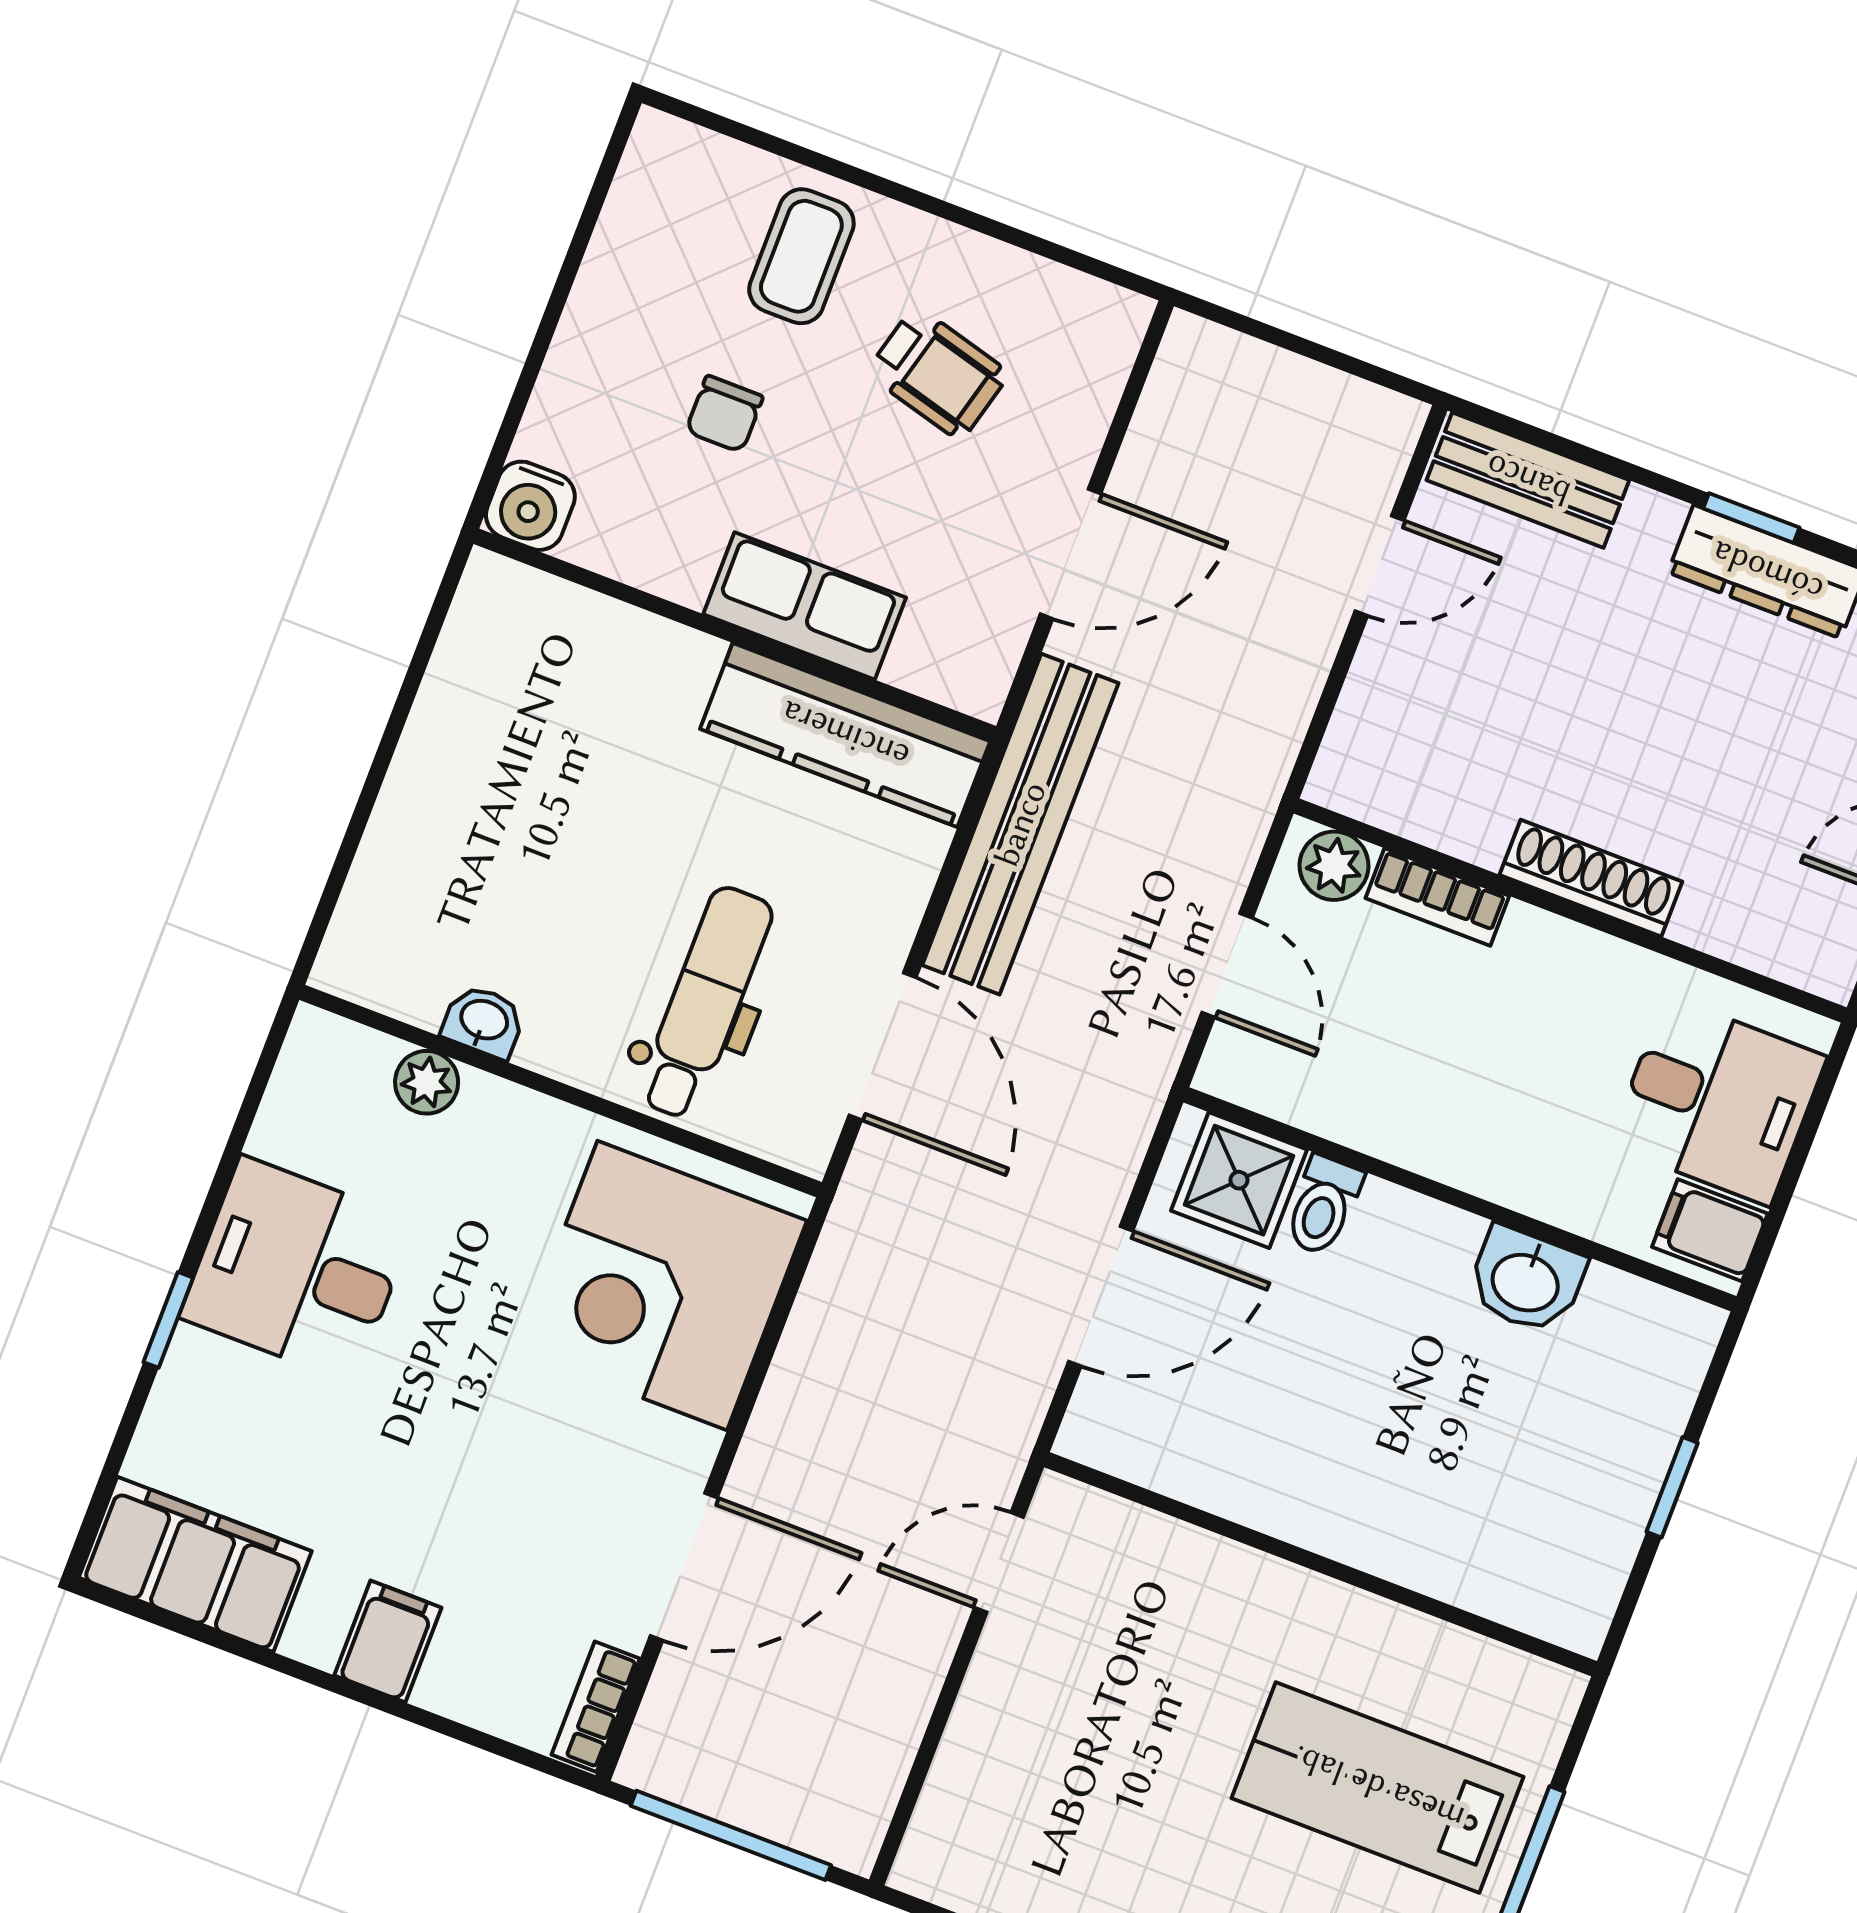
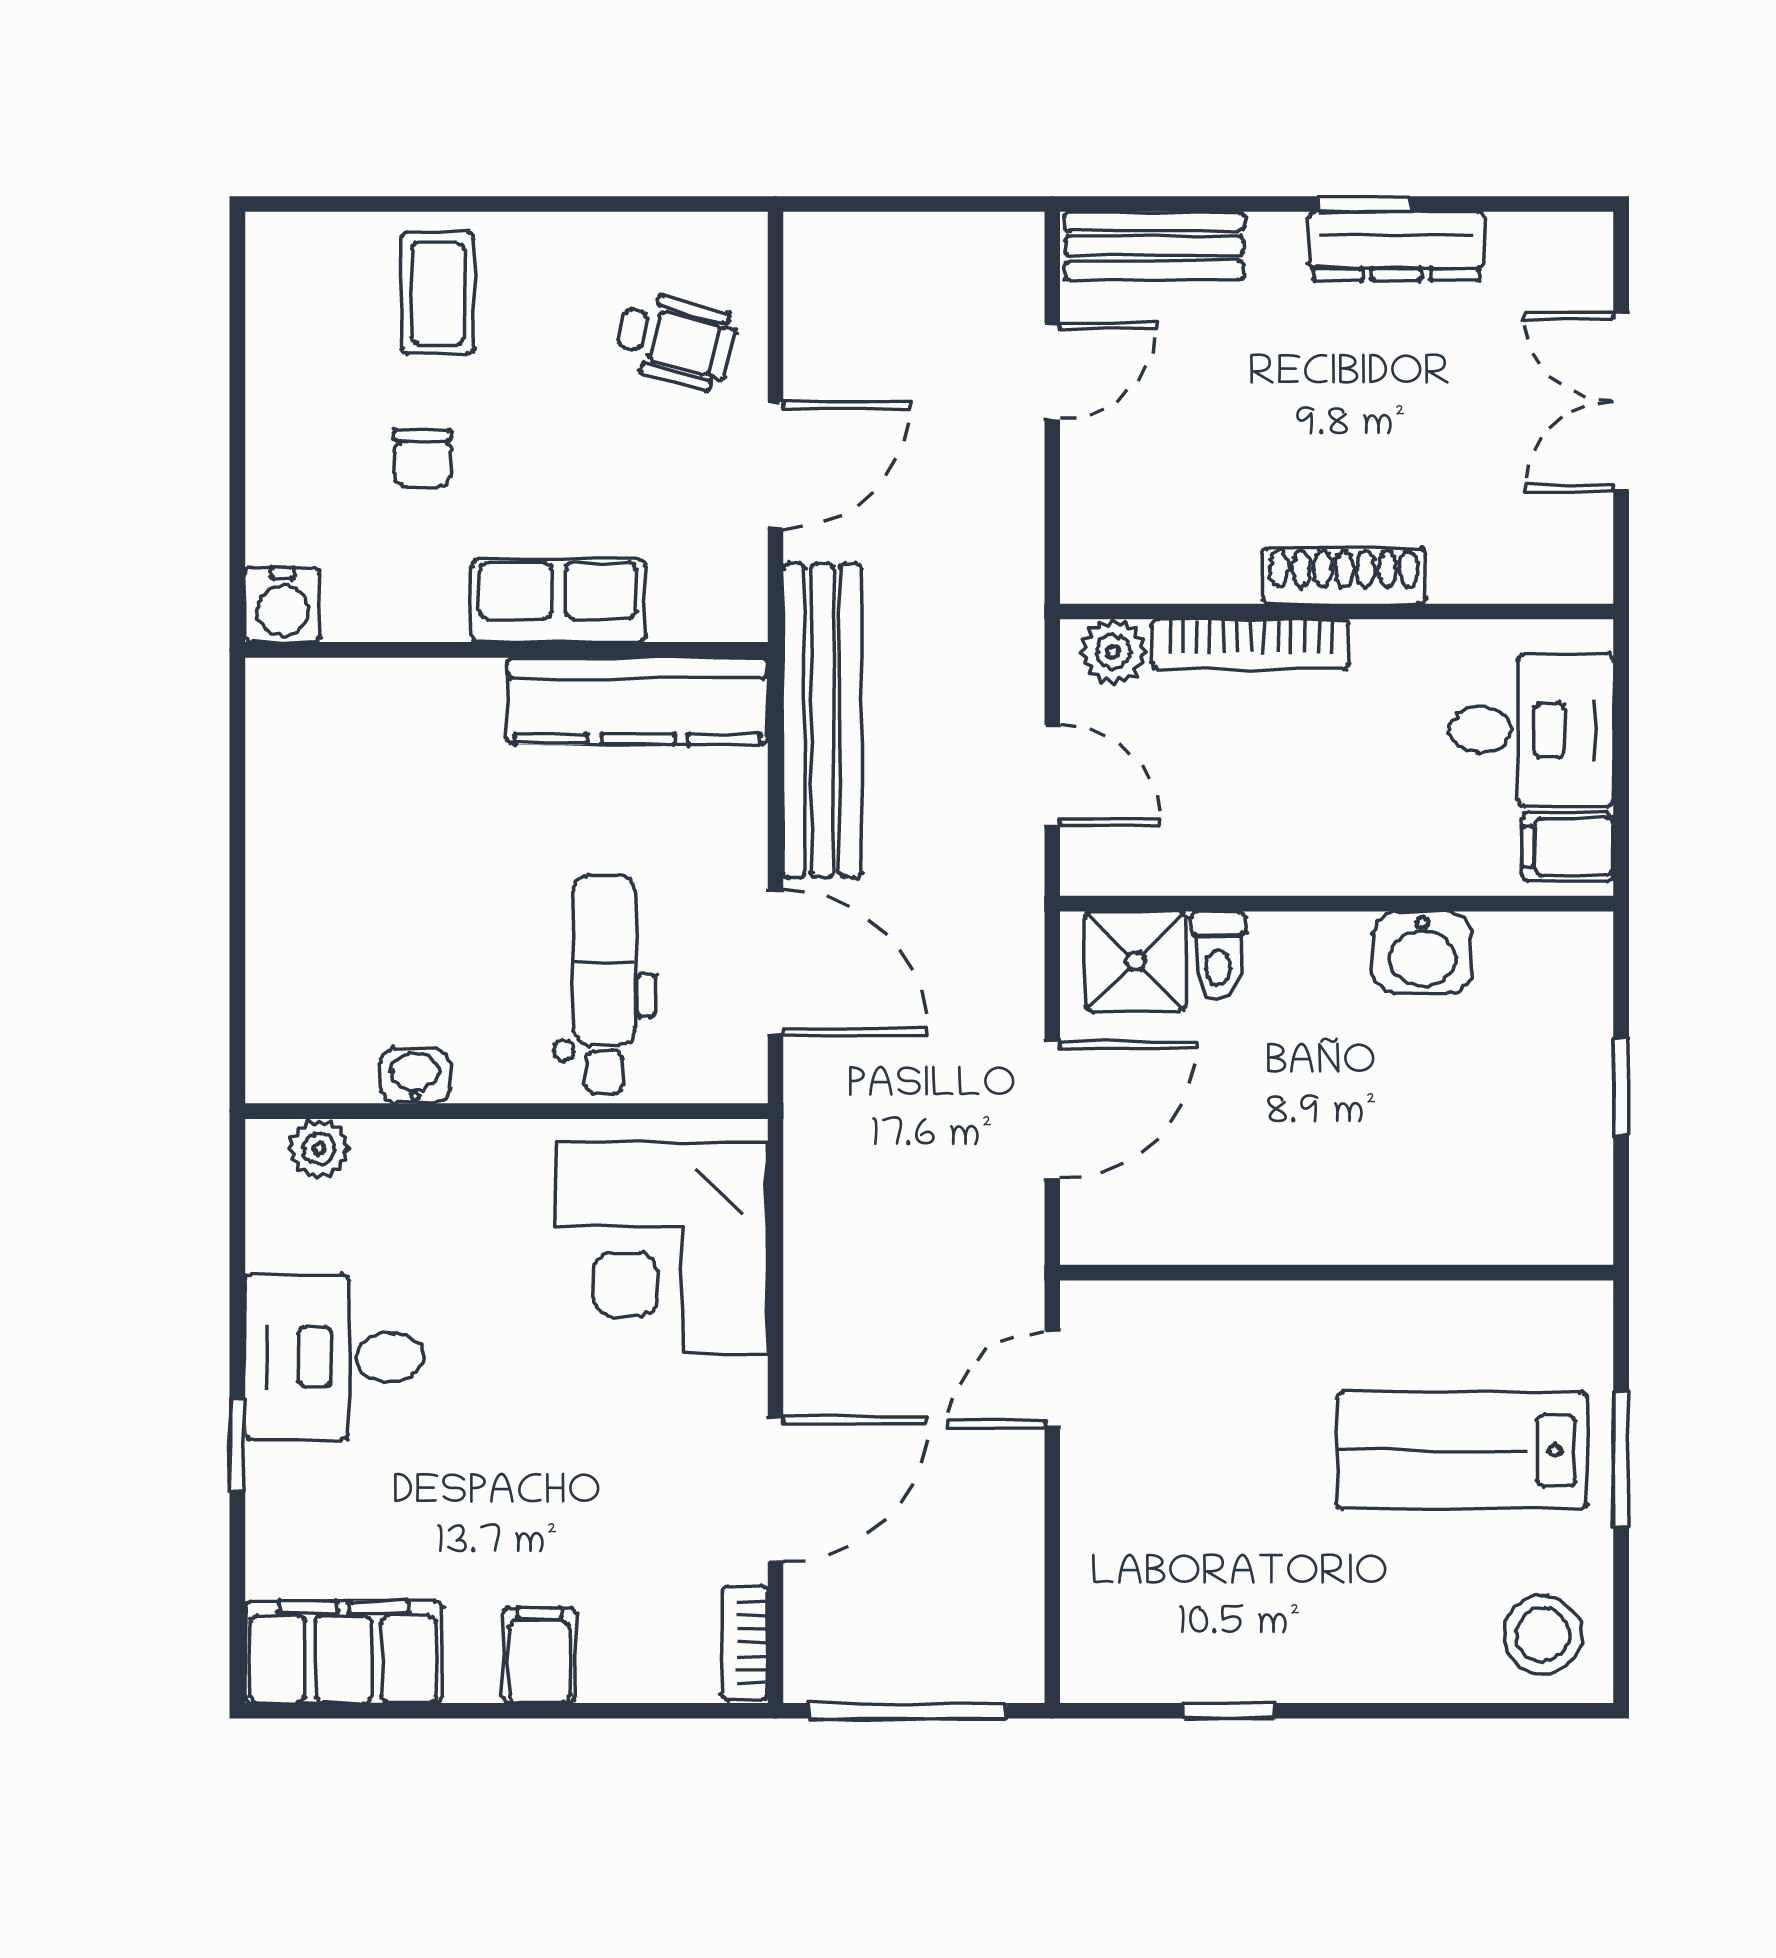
wheelchair: (938, 373) -> (676, 341), moved
bookcase: (1437, 897) -> (1250, 644), width x1.56
plant: (427, 1082) -> (319, 1149), moved

